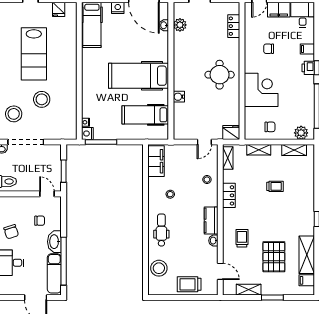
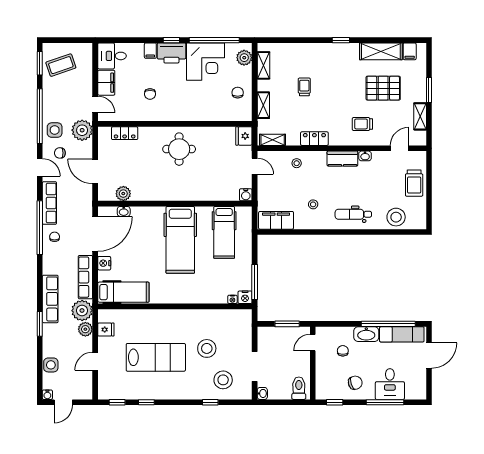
printer: (308, 68) -> (171, 53), width x1.87, depth x1.48
corner desk: (261, 90) -> (205, 62), moved, turned 180
water cooler: (179, 97) -> (246, 195), moved
doorway: (26, 142) -> (255, 366), width x0.73

